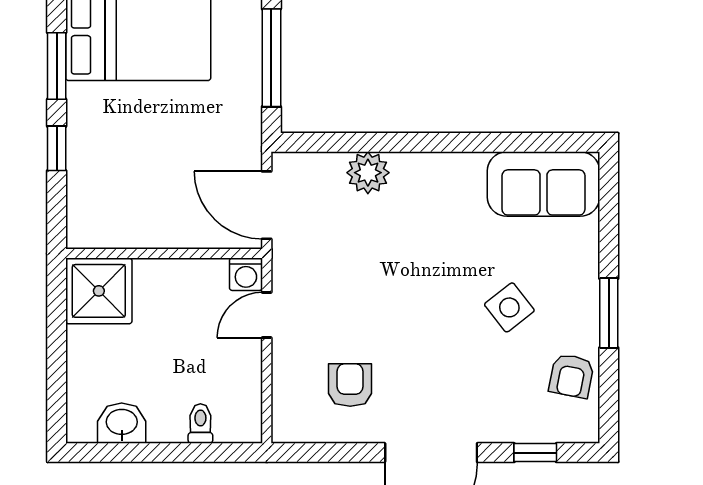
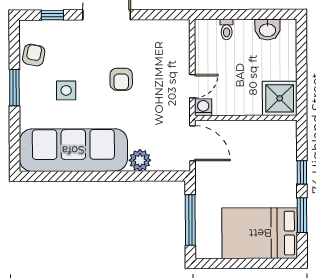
sofa: (543, 184) -> (73, 150), width x1.85, depth x1.27
side table: (509, 307) -> (66, 90), turned 38
armchair: (350, 385) -> (121, 79), moved

